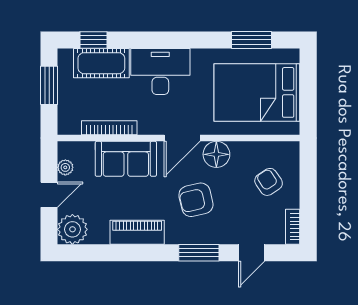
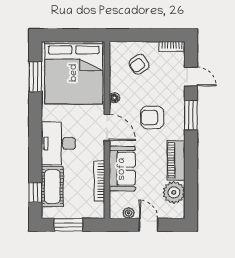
bed: (257, 92) -> (74, 73), width x1.36
floor lamp: (216, 154) -> (114, 98), width x0.53, depth x0.53
armchair: (196, 200) -> (152, 117), turned 103
plant: (72, 229) -> (174, 192), moved

